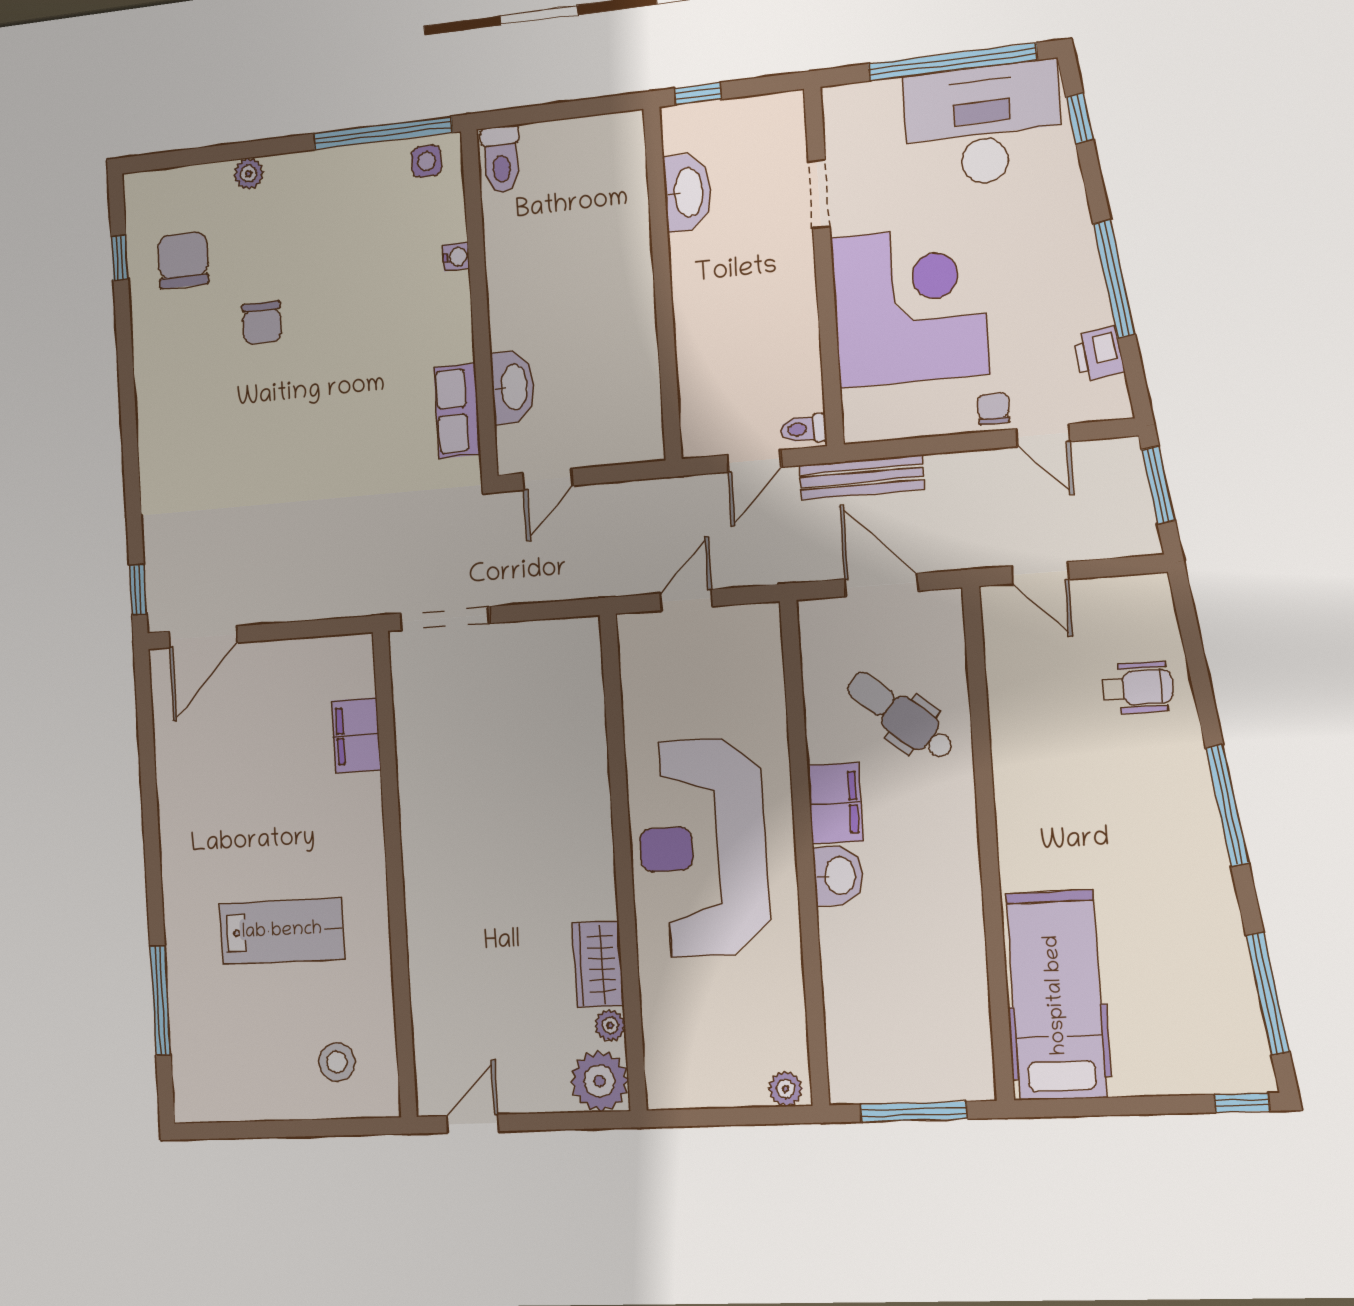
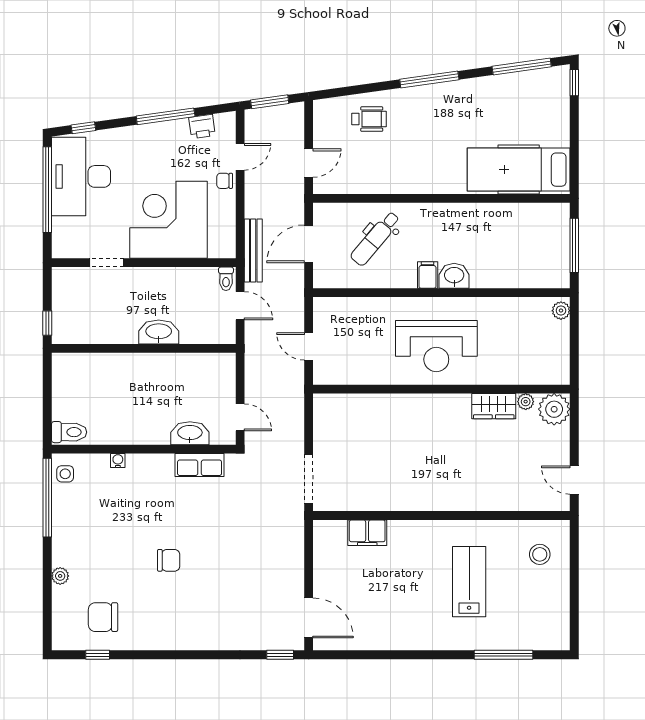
washbasin: (687, 192) -> (159, 332), moved
chair: (262, 323) -> (169, 560), moved
wheelchair: (1137, 688) -> (369, 119), turned 90
filing cabinet: (835, 803) -> (428, 275), width x0.50
reception desk: (702, 847) -> (436, 346), width x0.74, depth x0.77

